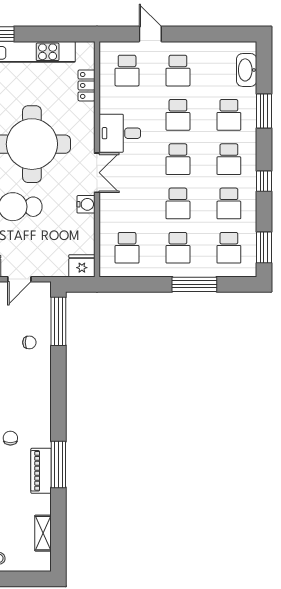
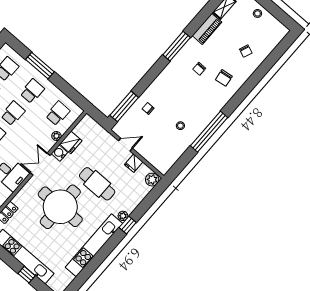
plant: (106, 221) -> (56, 136), added
fridge: (82, 266) -> (71, 142), moved, turned -90
window: (58, 464) -> (177, 46), moved
piano: (41, 471) -> (207, 29), moved

